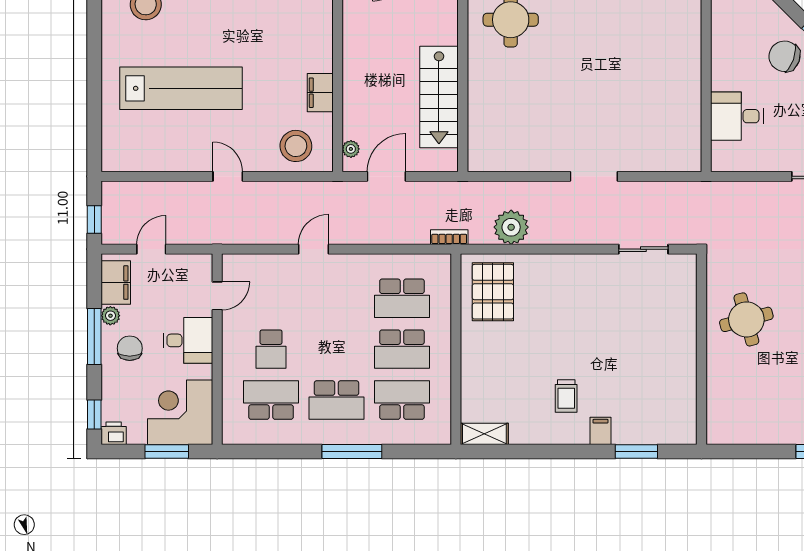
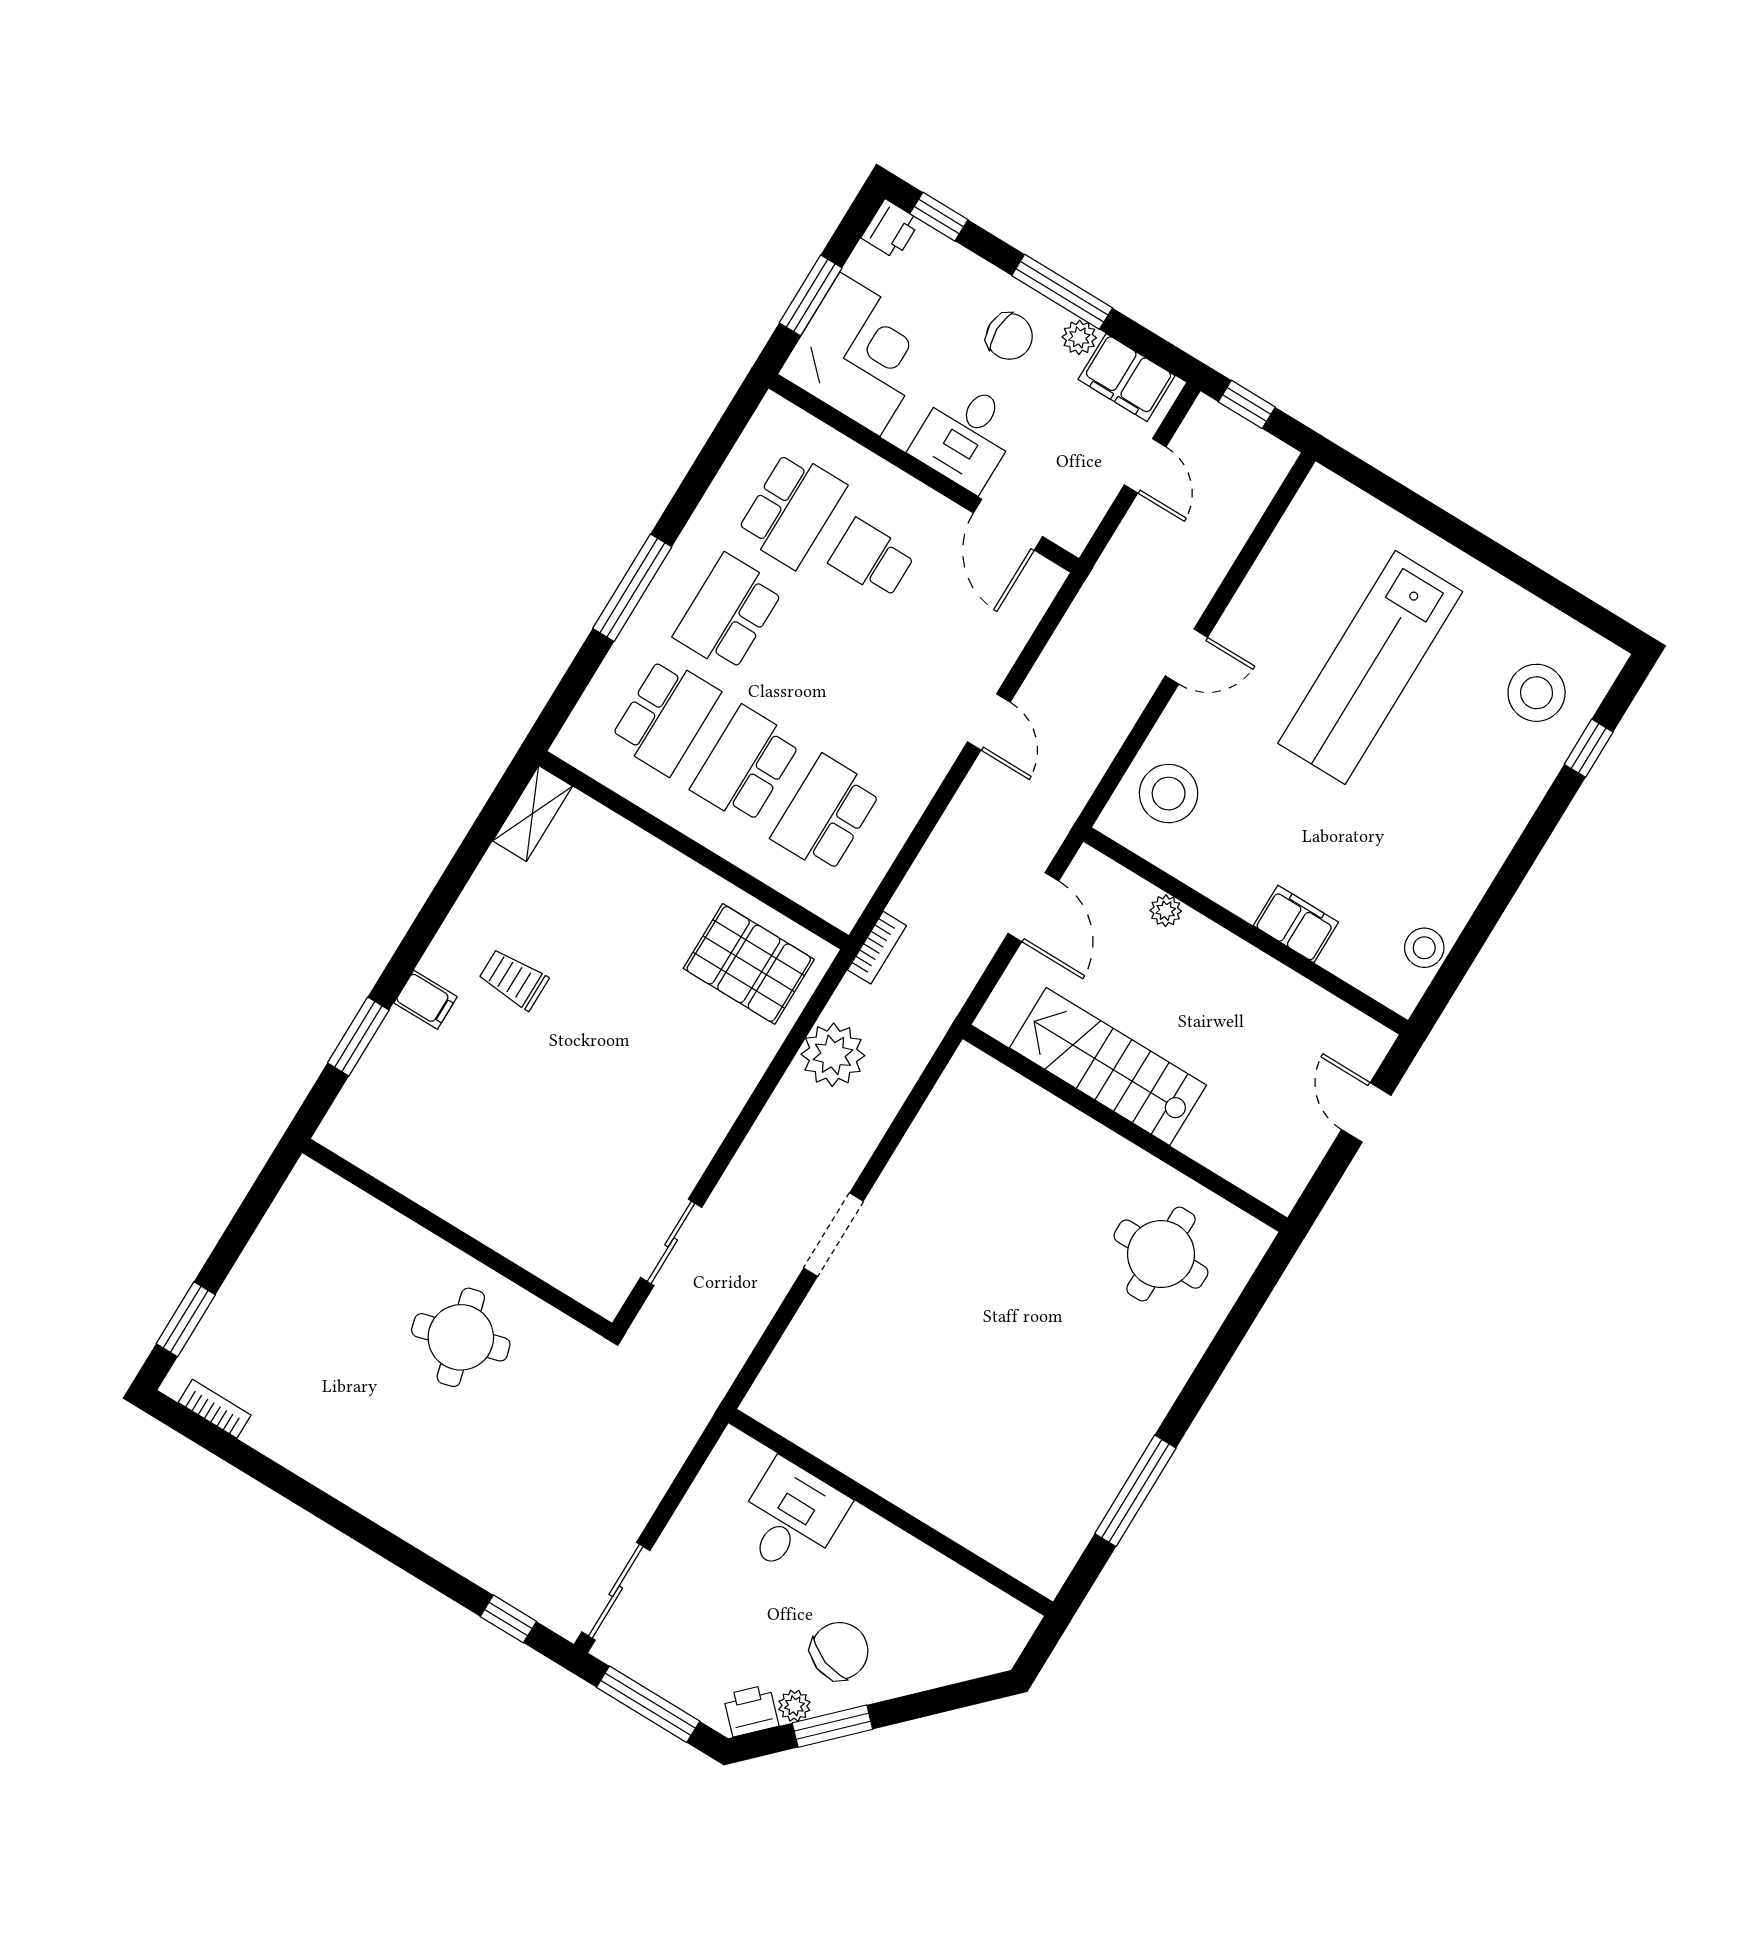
filing cabinet: (320, 93) -> (1296, 924), moved
plant: (351, 149) -> (1166, 911), moved
door: (217, 296) -> (1008, 525), width x1.38

